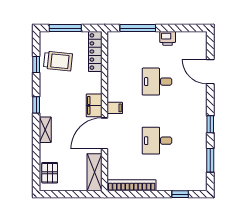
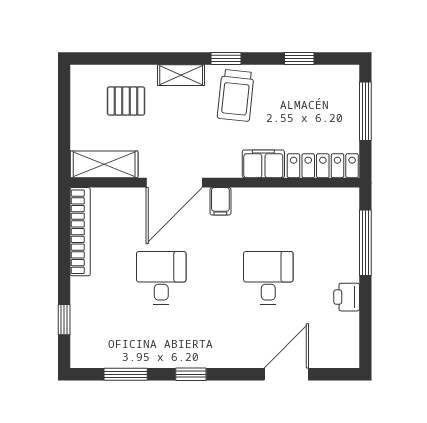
trolley: (58, 61) -> (236, 95), moved
filing cabinet: (94, 105) -> (263, 164), moved
door: (105, 133) -> (174, 183), swing flipped
pallet: (50, 173) -> (126, 101), moved

